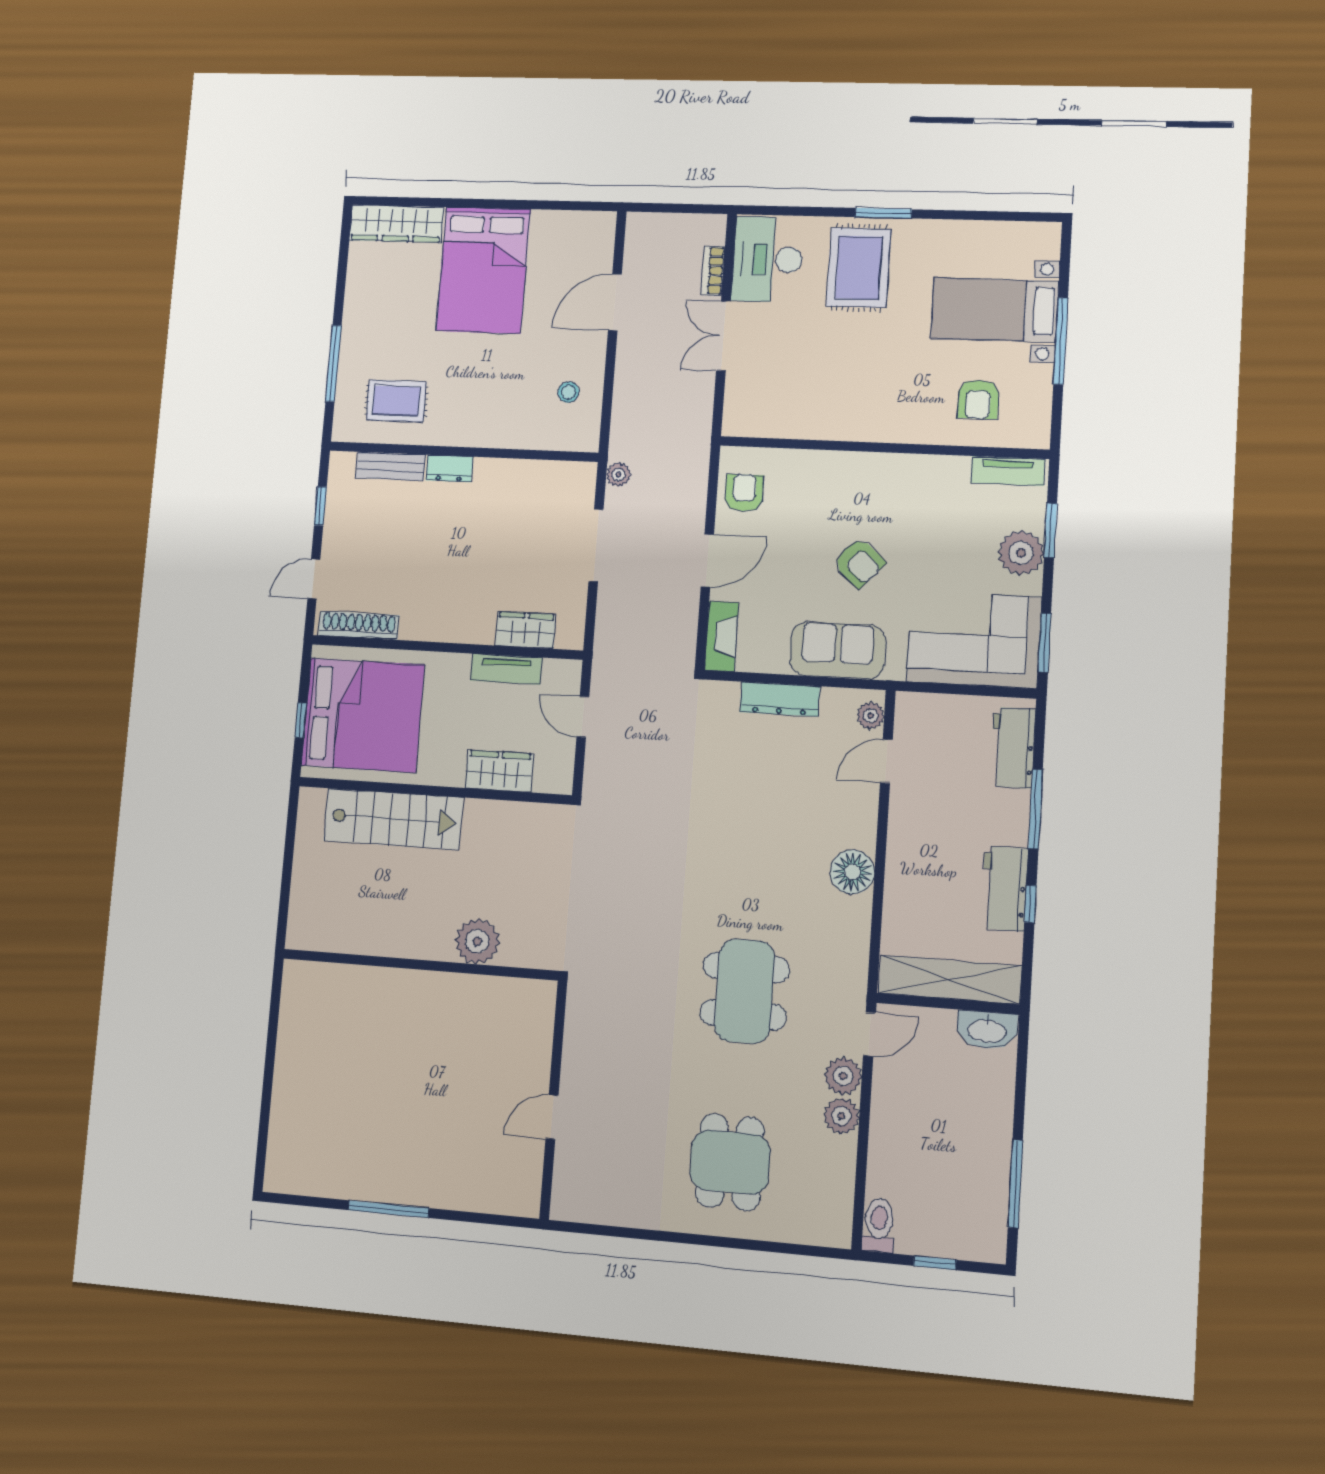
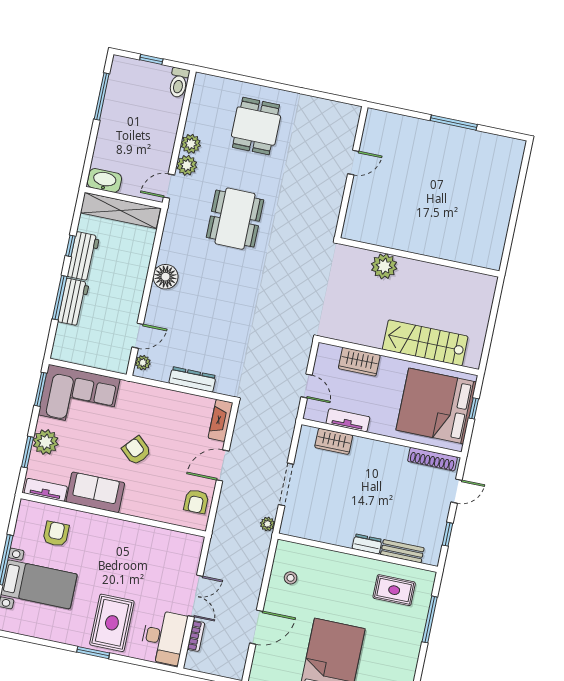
sofa: (838, 651) -> (95, 492), moved, turned 180
workbench: (1013, 748) -> (73, 302), moved

